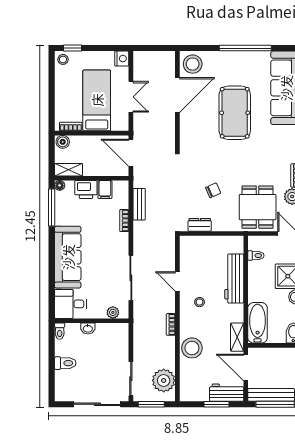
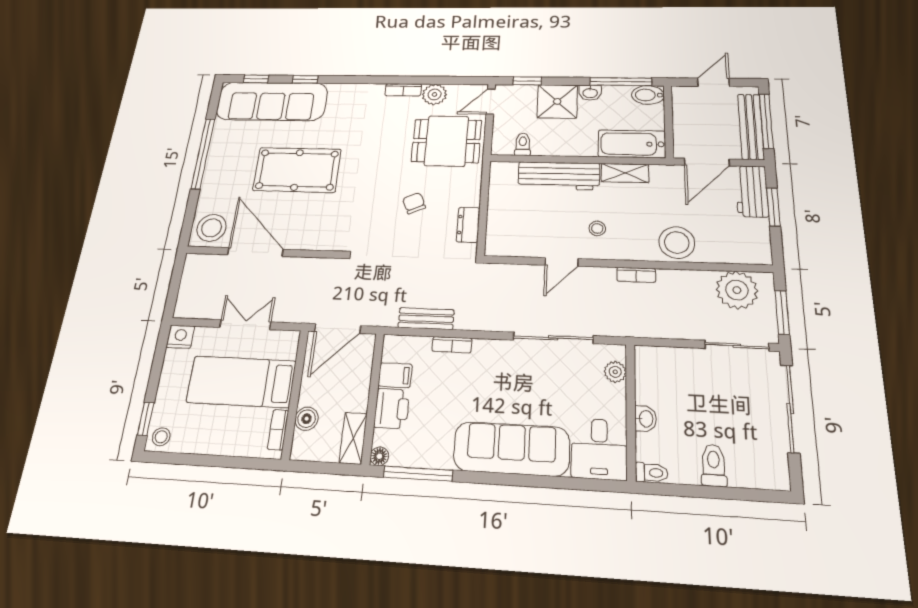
boiler: (63, 142) -> (307, 419), moved
shelving: (237, 337) -> (625, 173), moved

